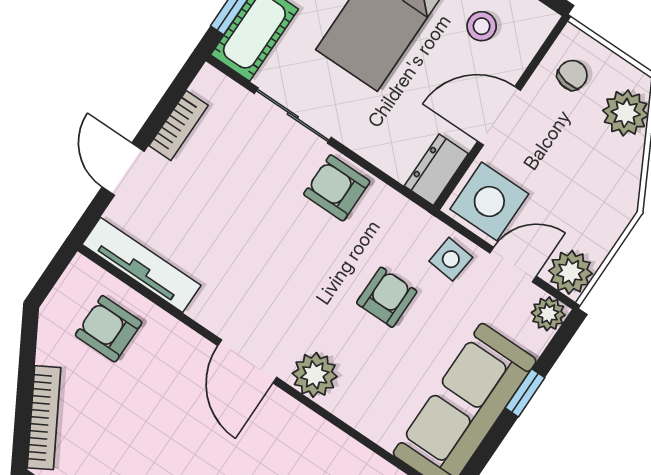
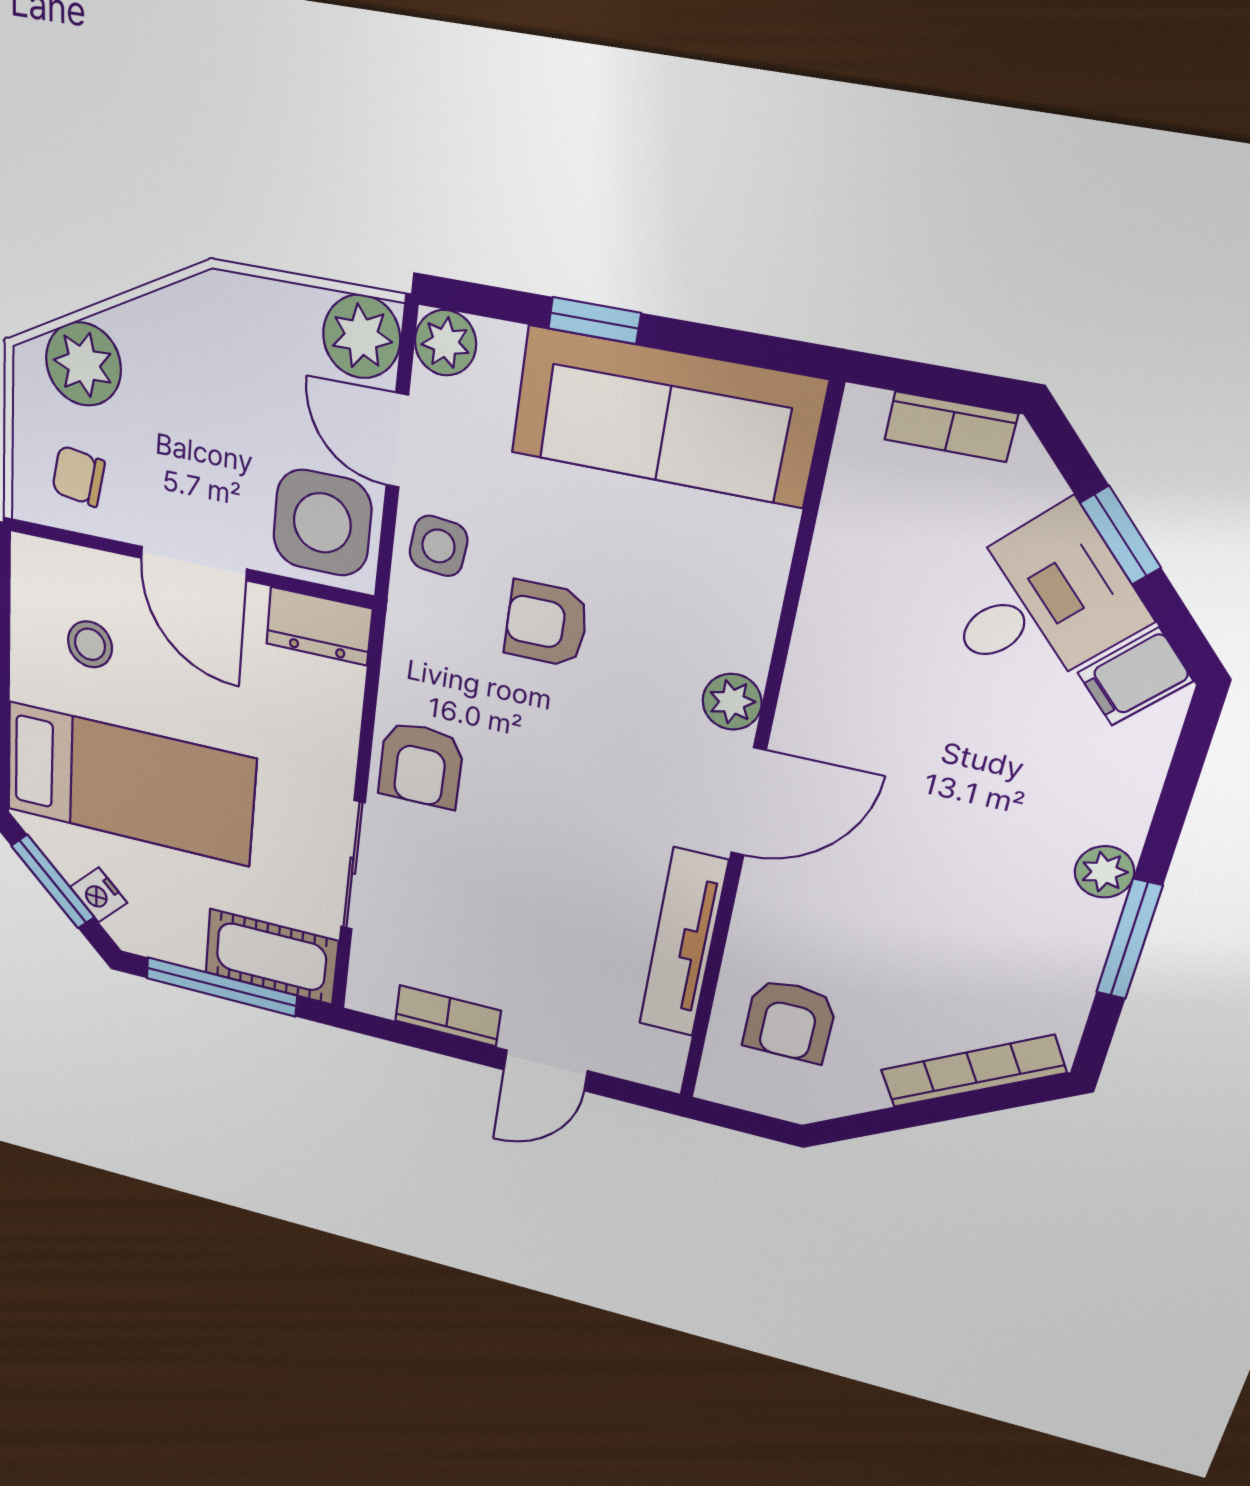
tv unit: (141, 265) -> (683, 943), moved
plant: (315, 375) -> (732, 702), width x0.73, depth x0.73

